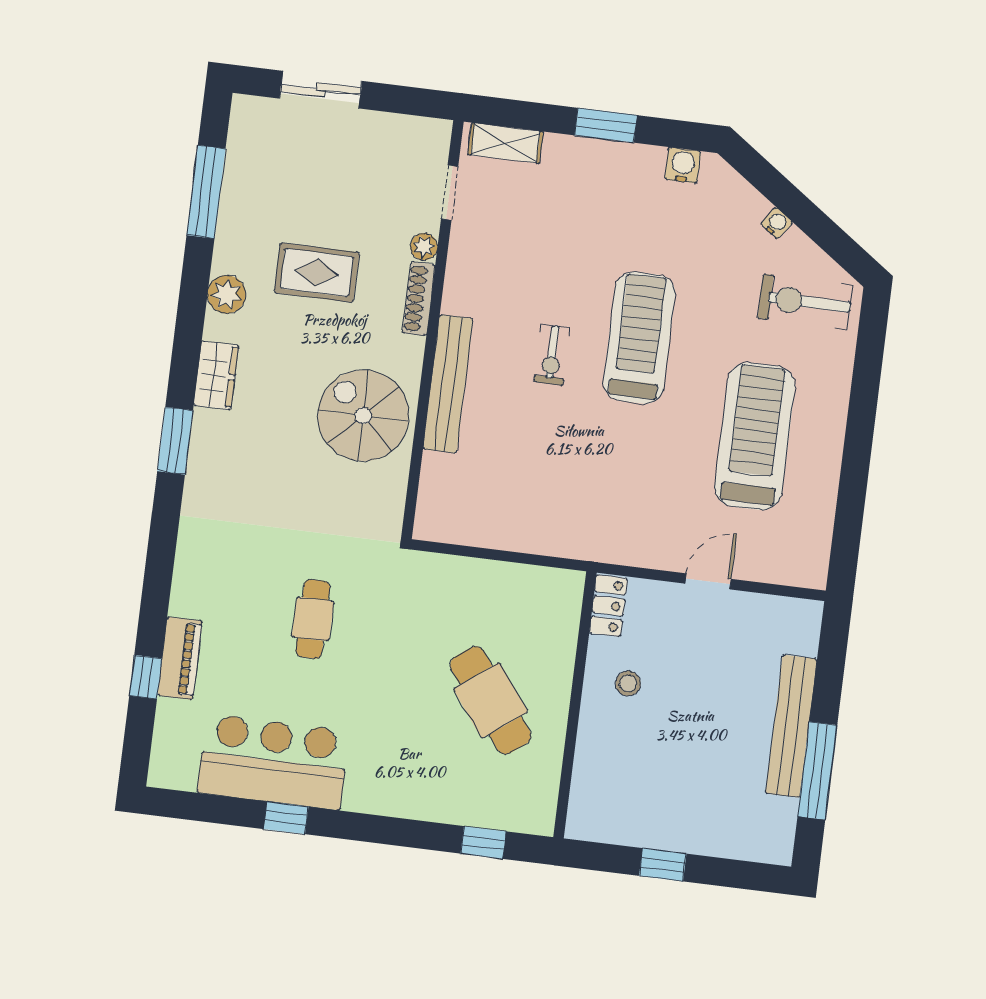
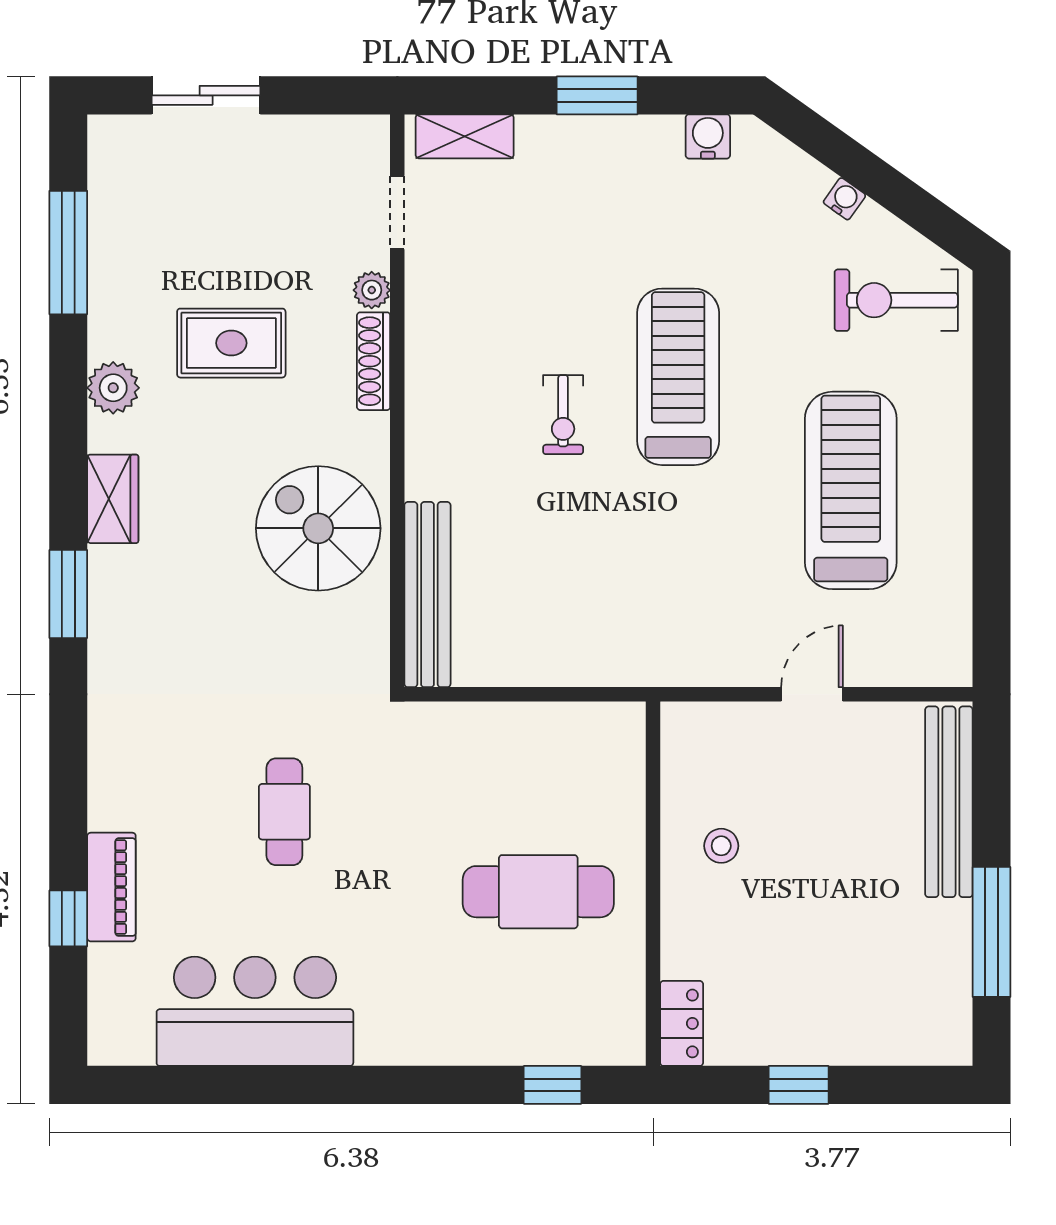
bench: (448, 384) -> (427, 595), moved
locker: (609, 606) -> (682, 1023), moved
cafe table: (491, 700) -> (538, 892), turned -53
bench: (791, 726) -> (949, 802), moved
window: (286, 818) -> (282, 1085), removed

